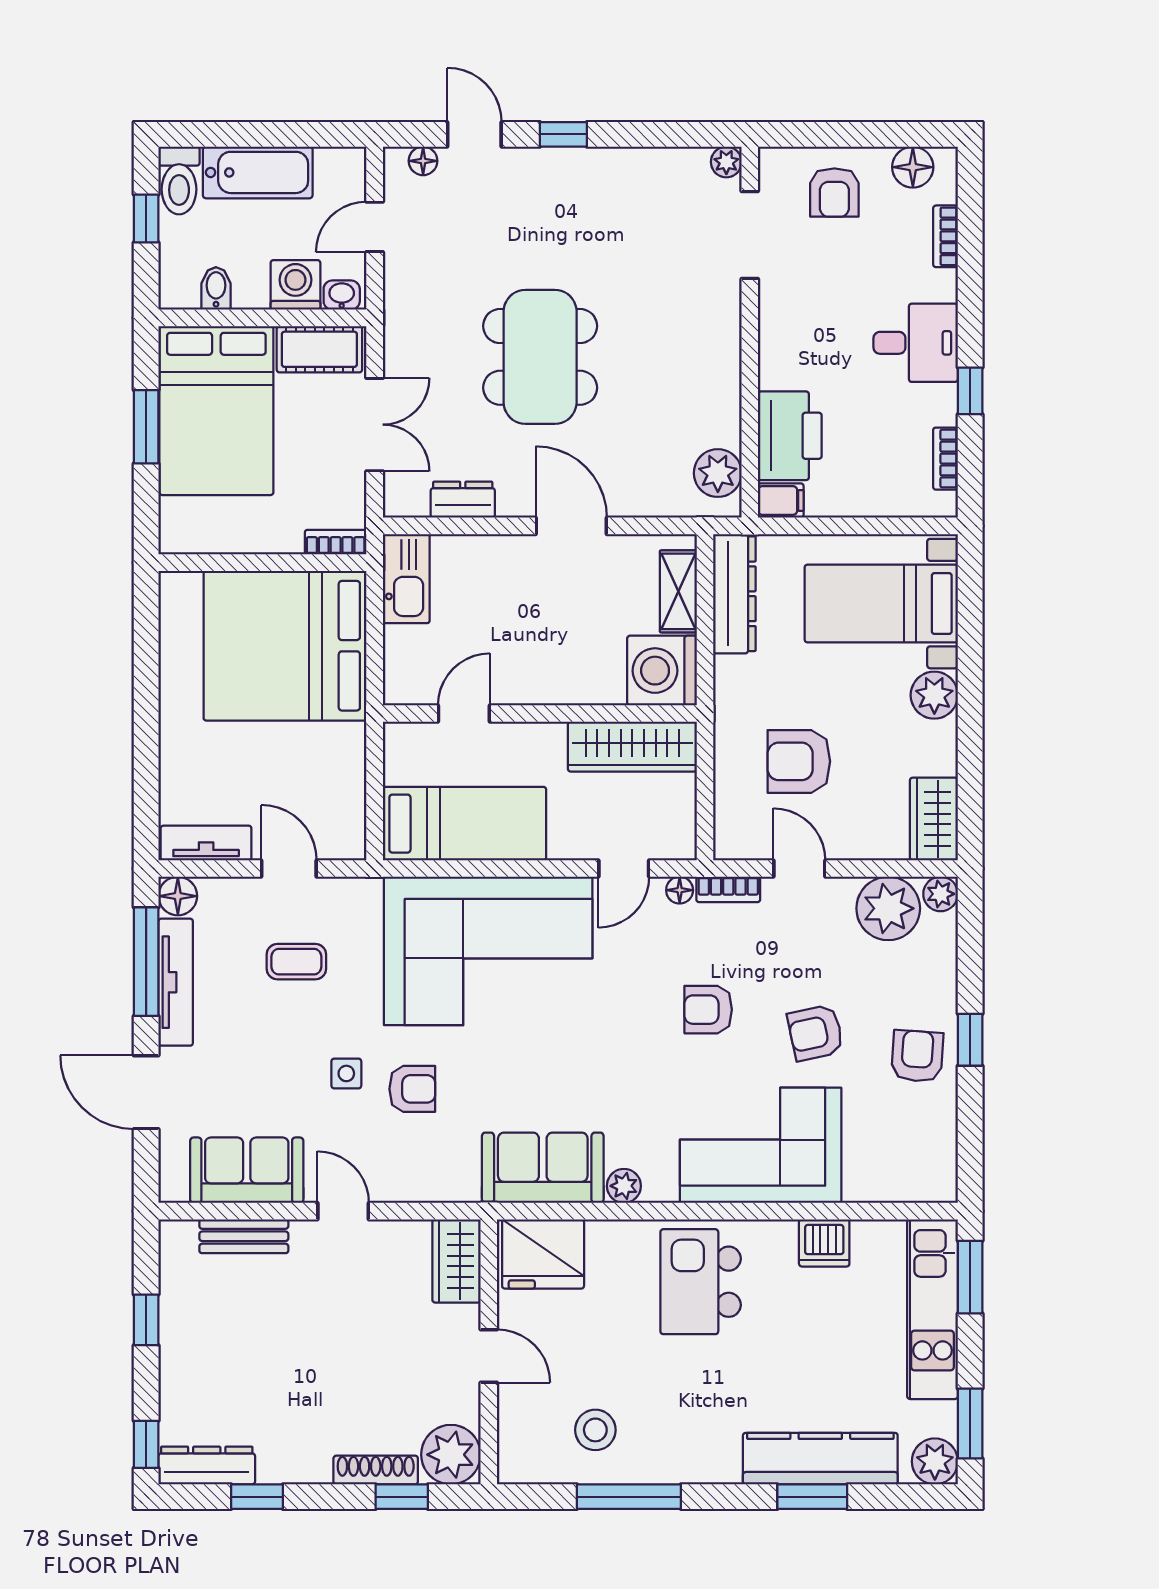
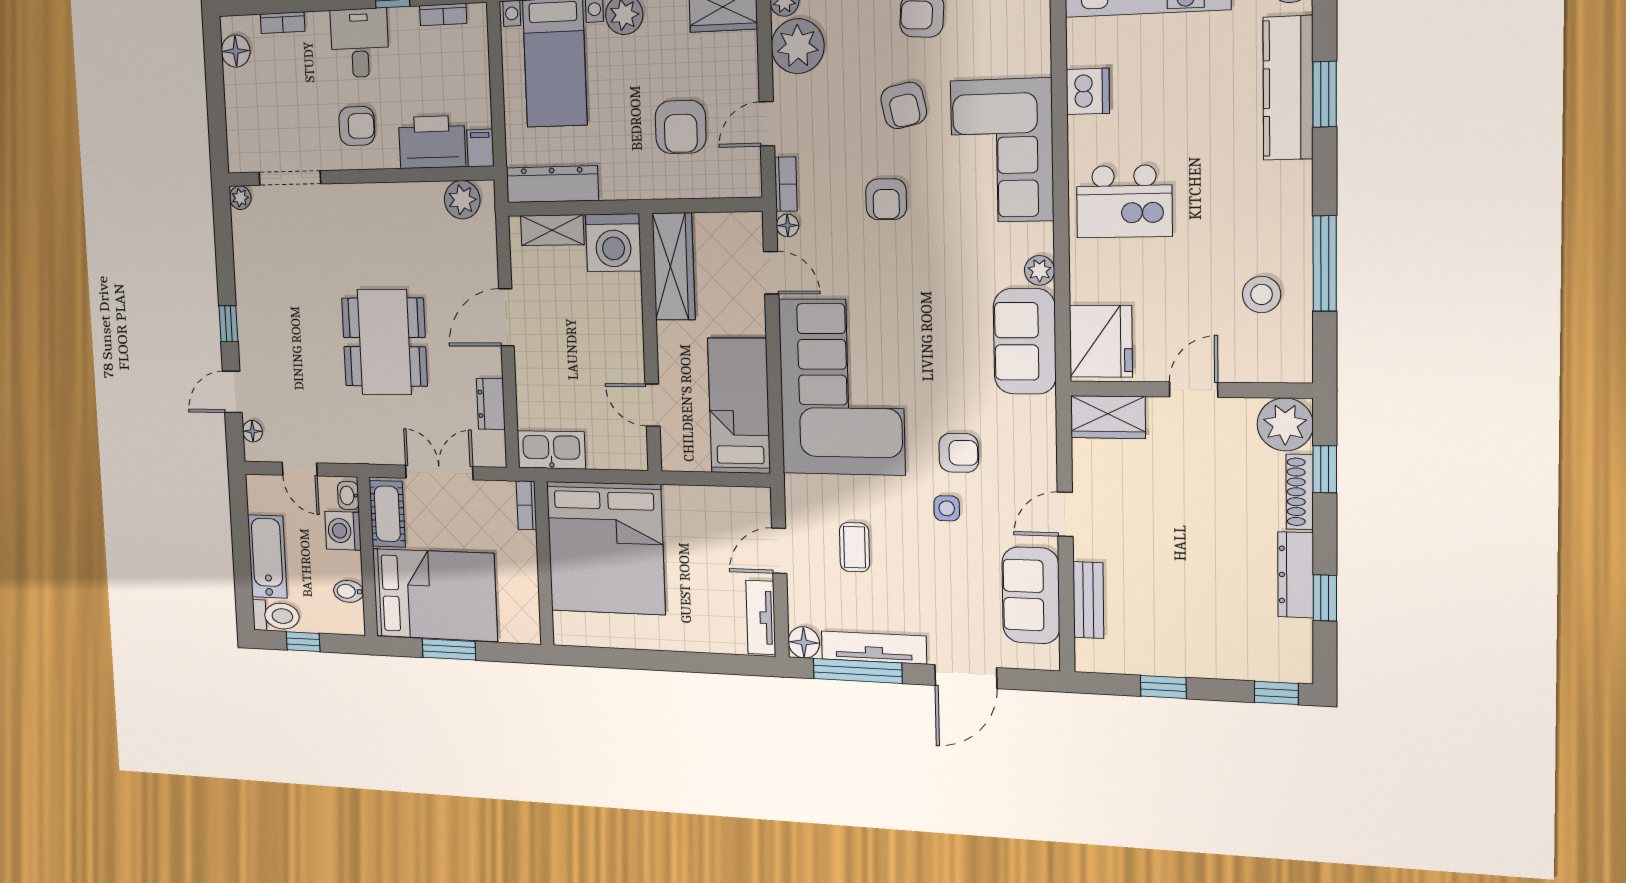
armchair: (834, 193) -> (357, 126), moved
dining table: (540, 357) -> (384, 342), turned 90
armchair: (412, 1089) -> (959, 453), turned 90
dresser: (207, 1465) -> (1296, 575), moved

